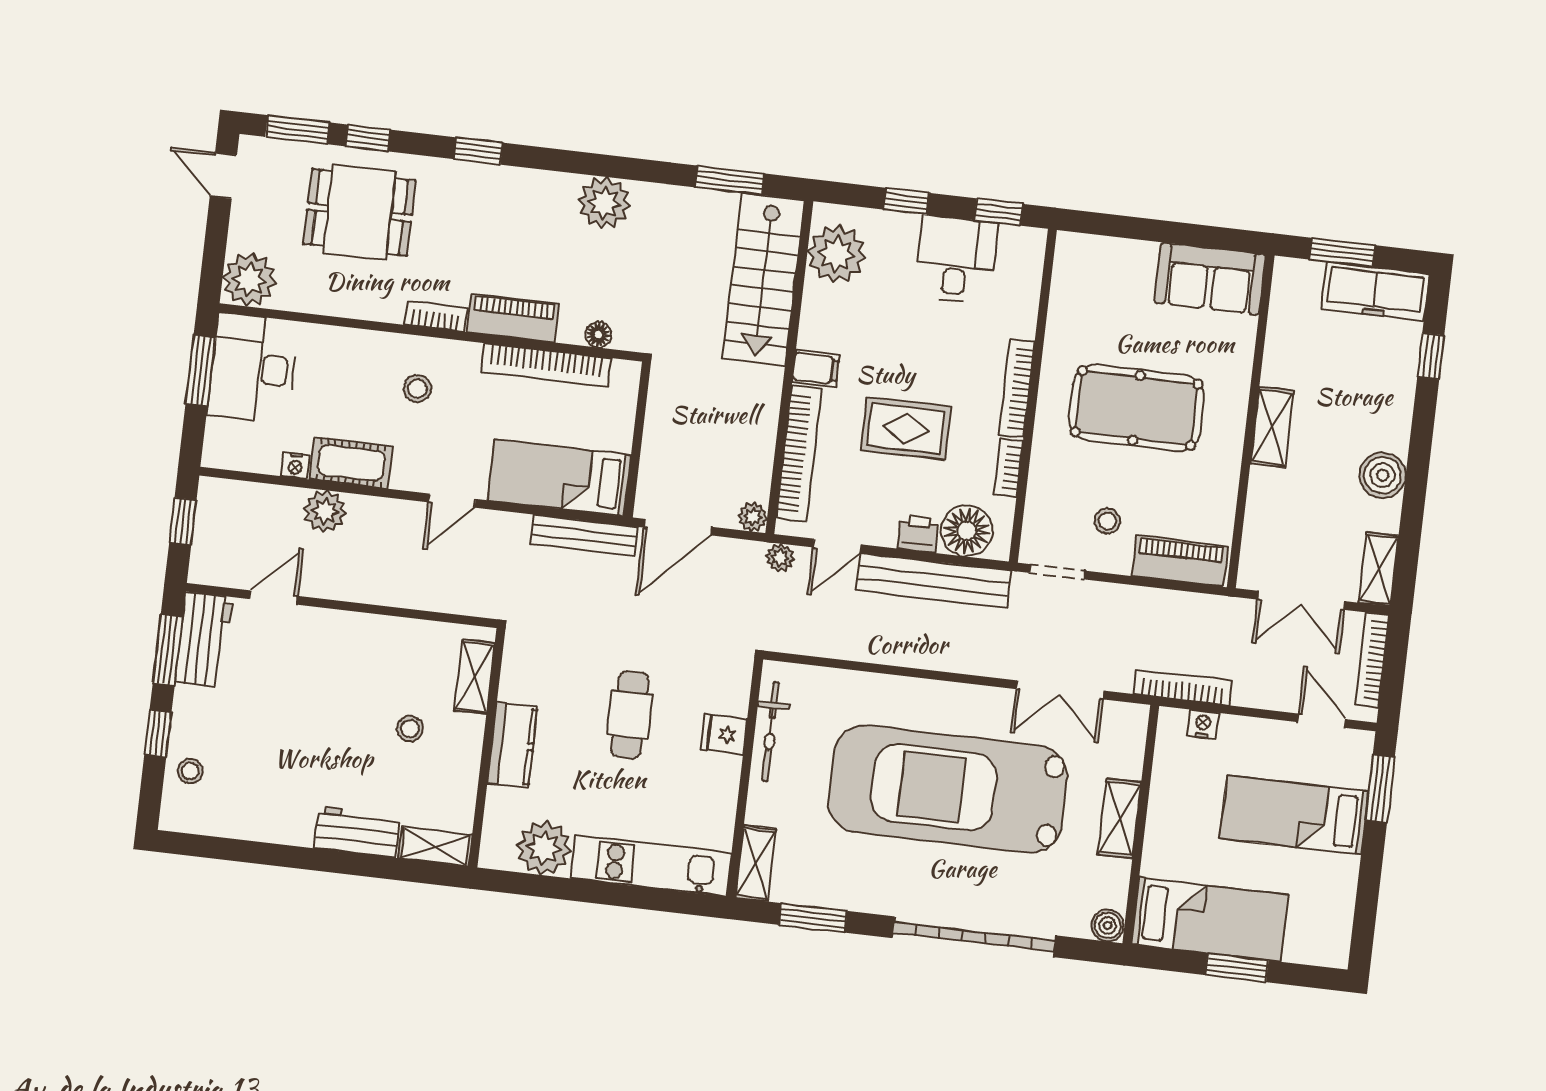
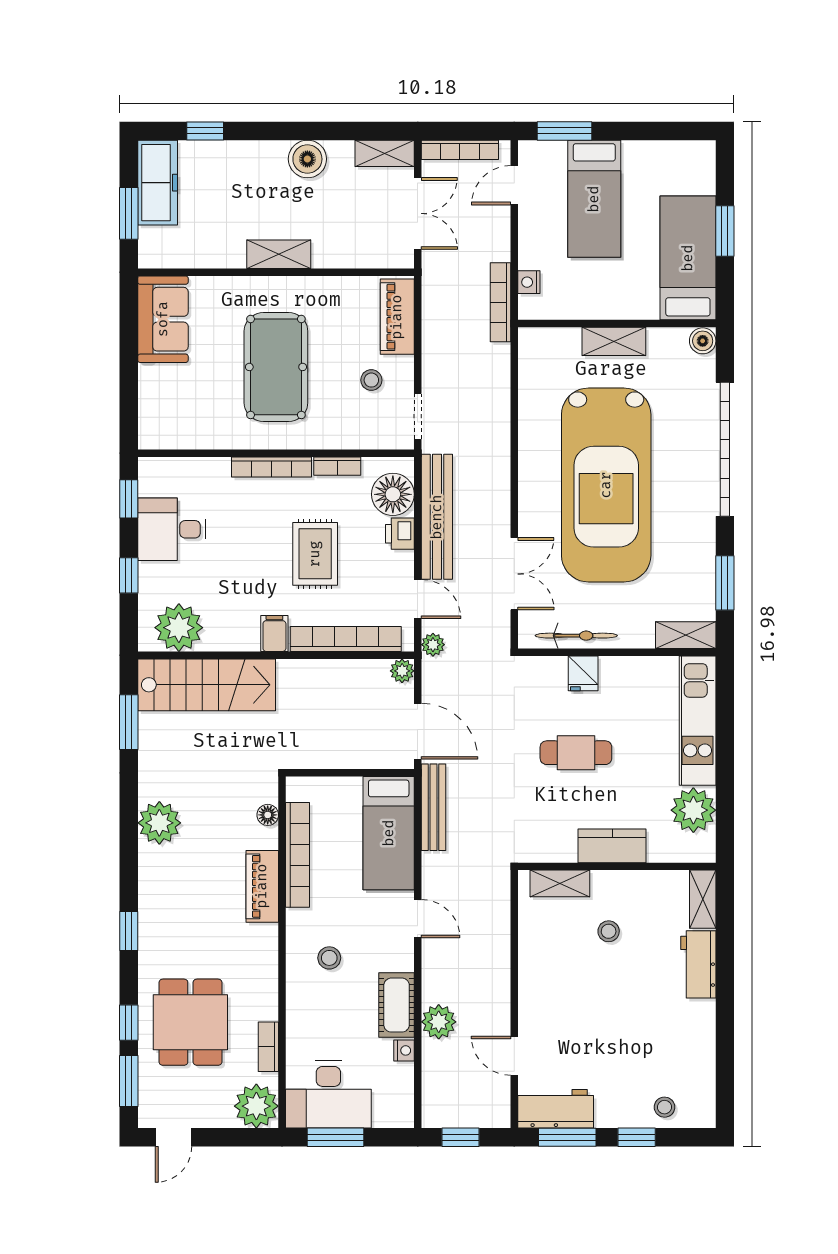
bookcase: (436, 316) -> (268, 1047), moved
double door: (1060, 690) -> (514, 574), moved

